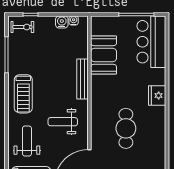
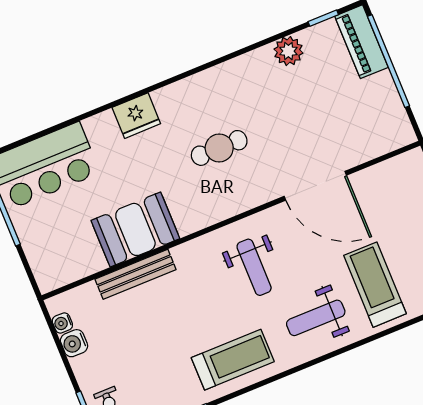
booth: (104, 55) -> (135, 229), moved
bench: (82, 79) -> (135, 274), moved
cafe table: (126, 128) -> (219, 148), width x0.73, depth x0.74

